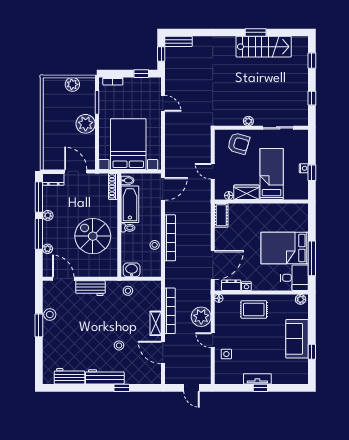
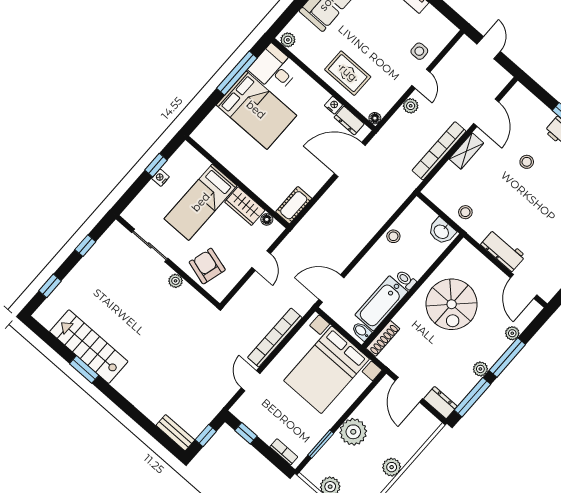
plant: (49, 123) -> (392, 467), added
bookcase: (170, 238) -> (275, 338), moved
plant: (201, 317) -> (411, 106), width x0.53, depth x0.53

